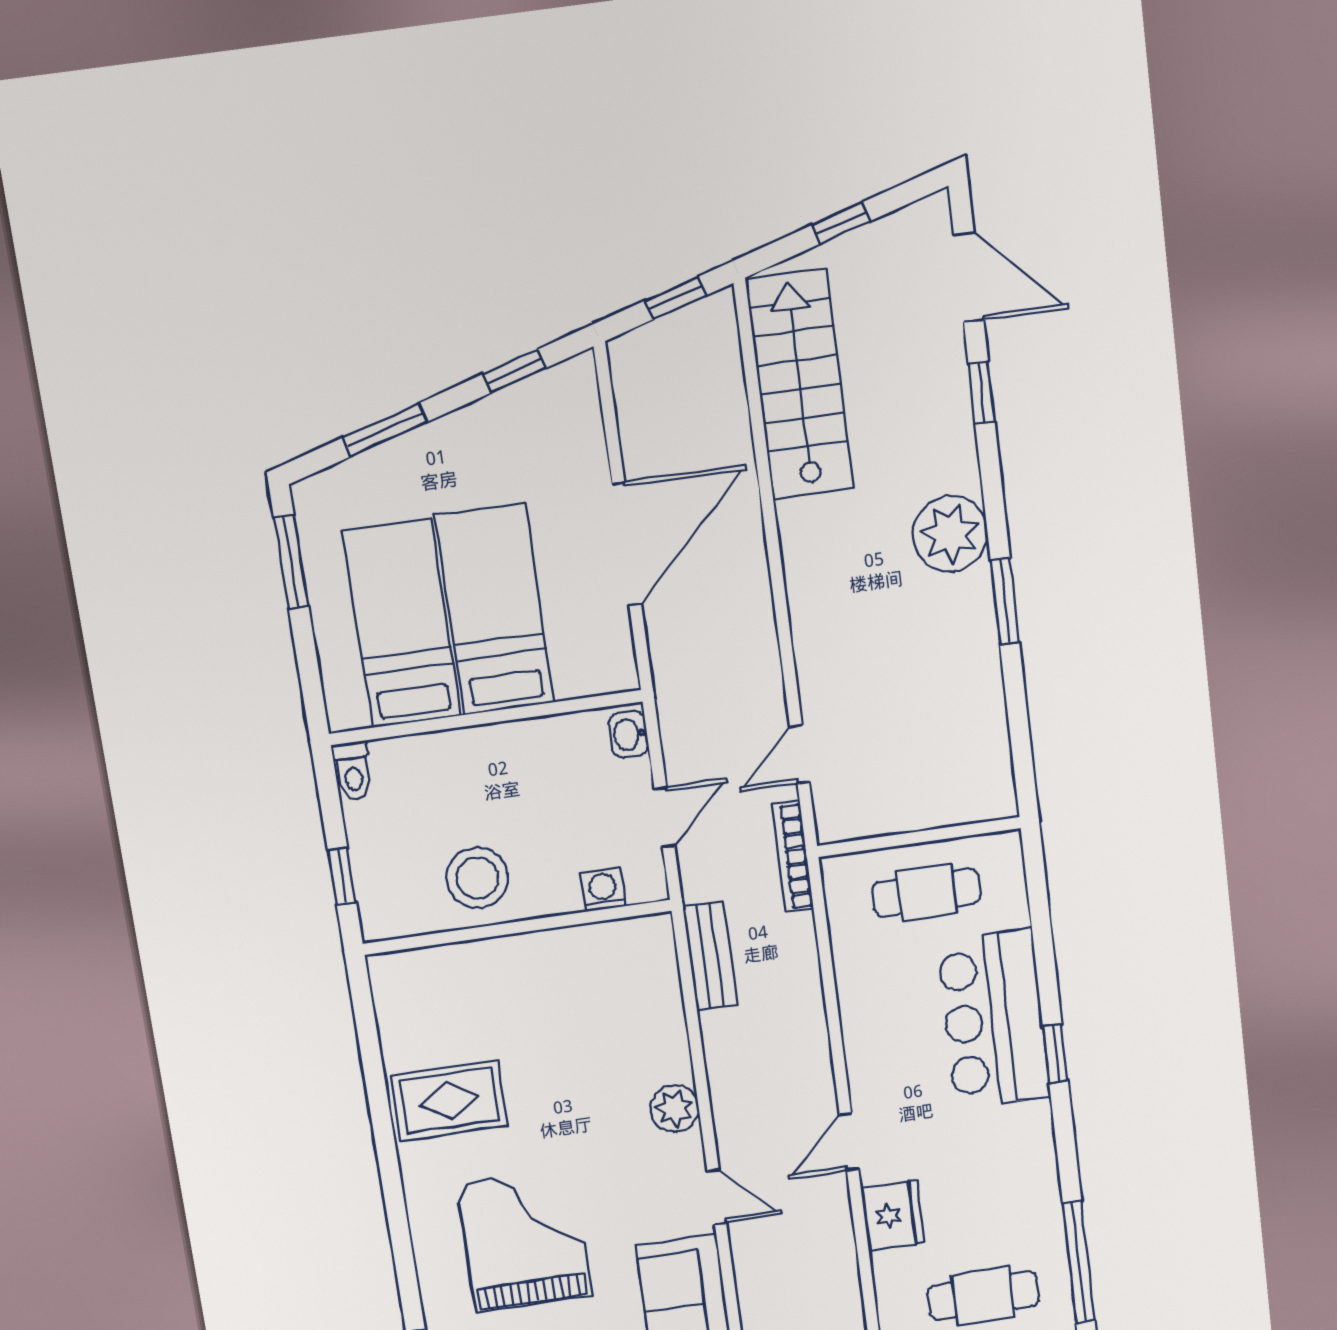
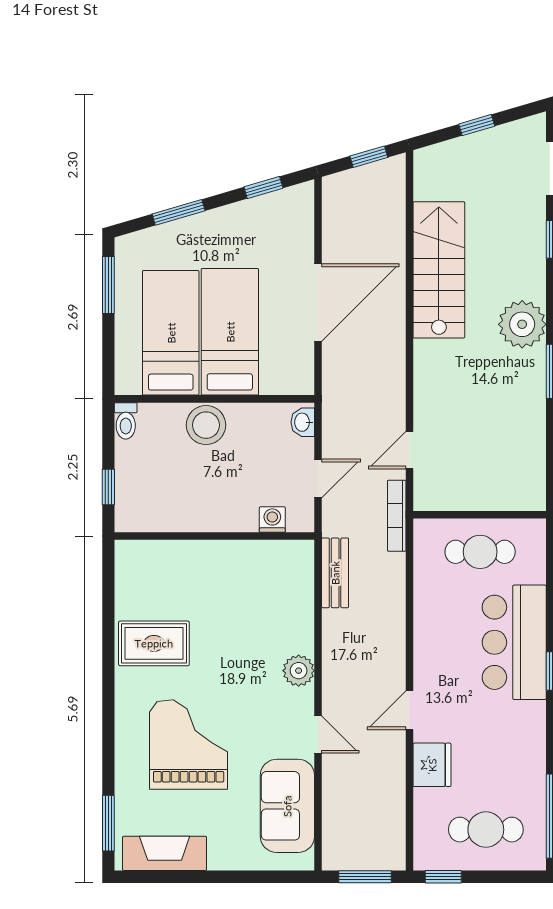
stairs: (800, 385) -> (439, 270), moved
stool: (477, 878) -> (206, 425), moved

